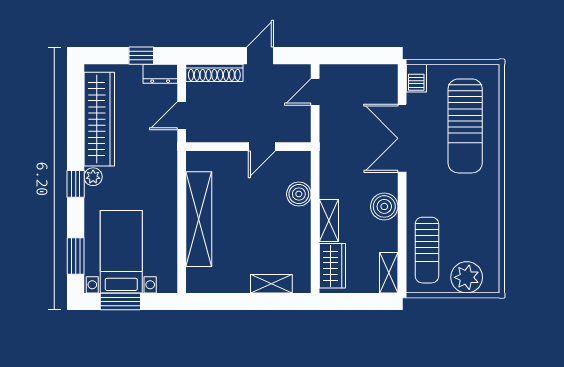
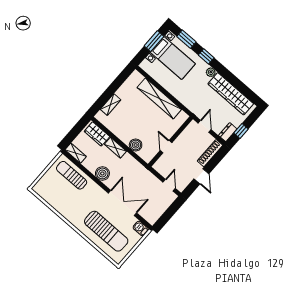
sun lounger: (465, 126) -> (106, 231), turned 180
window: (76, 184) -> (206, 56), moved
plant: (467, 277) -> (48, 181), removed

